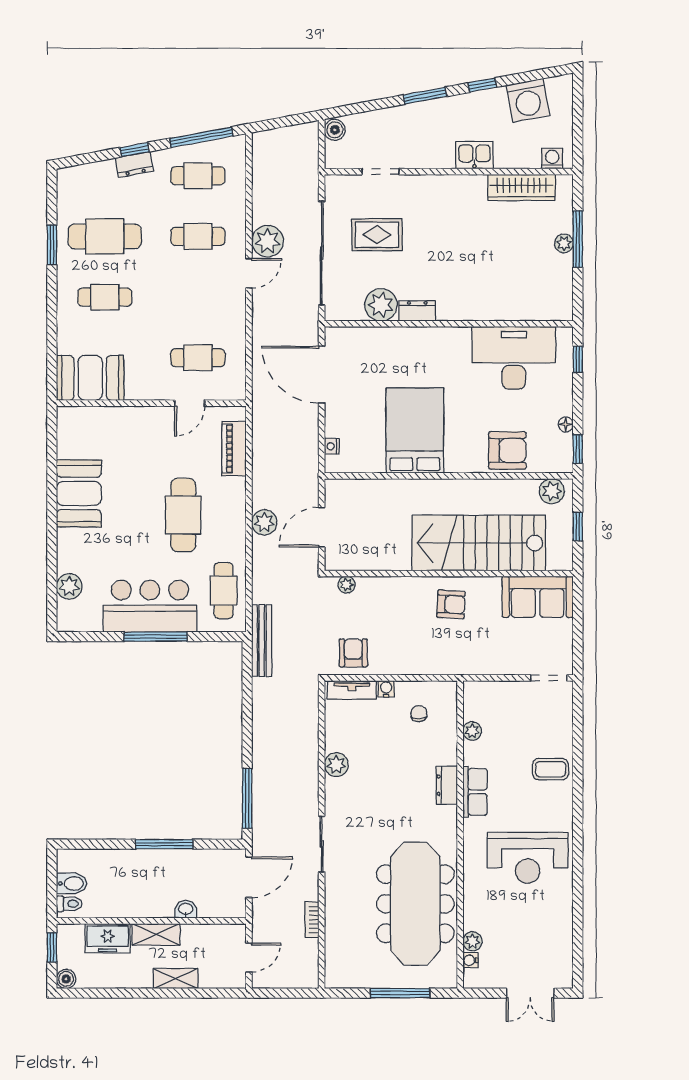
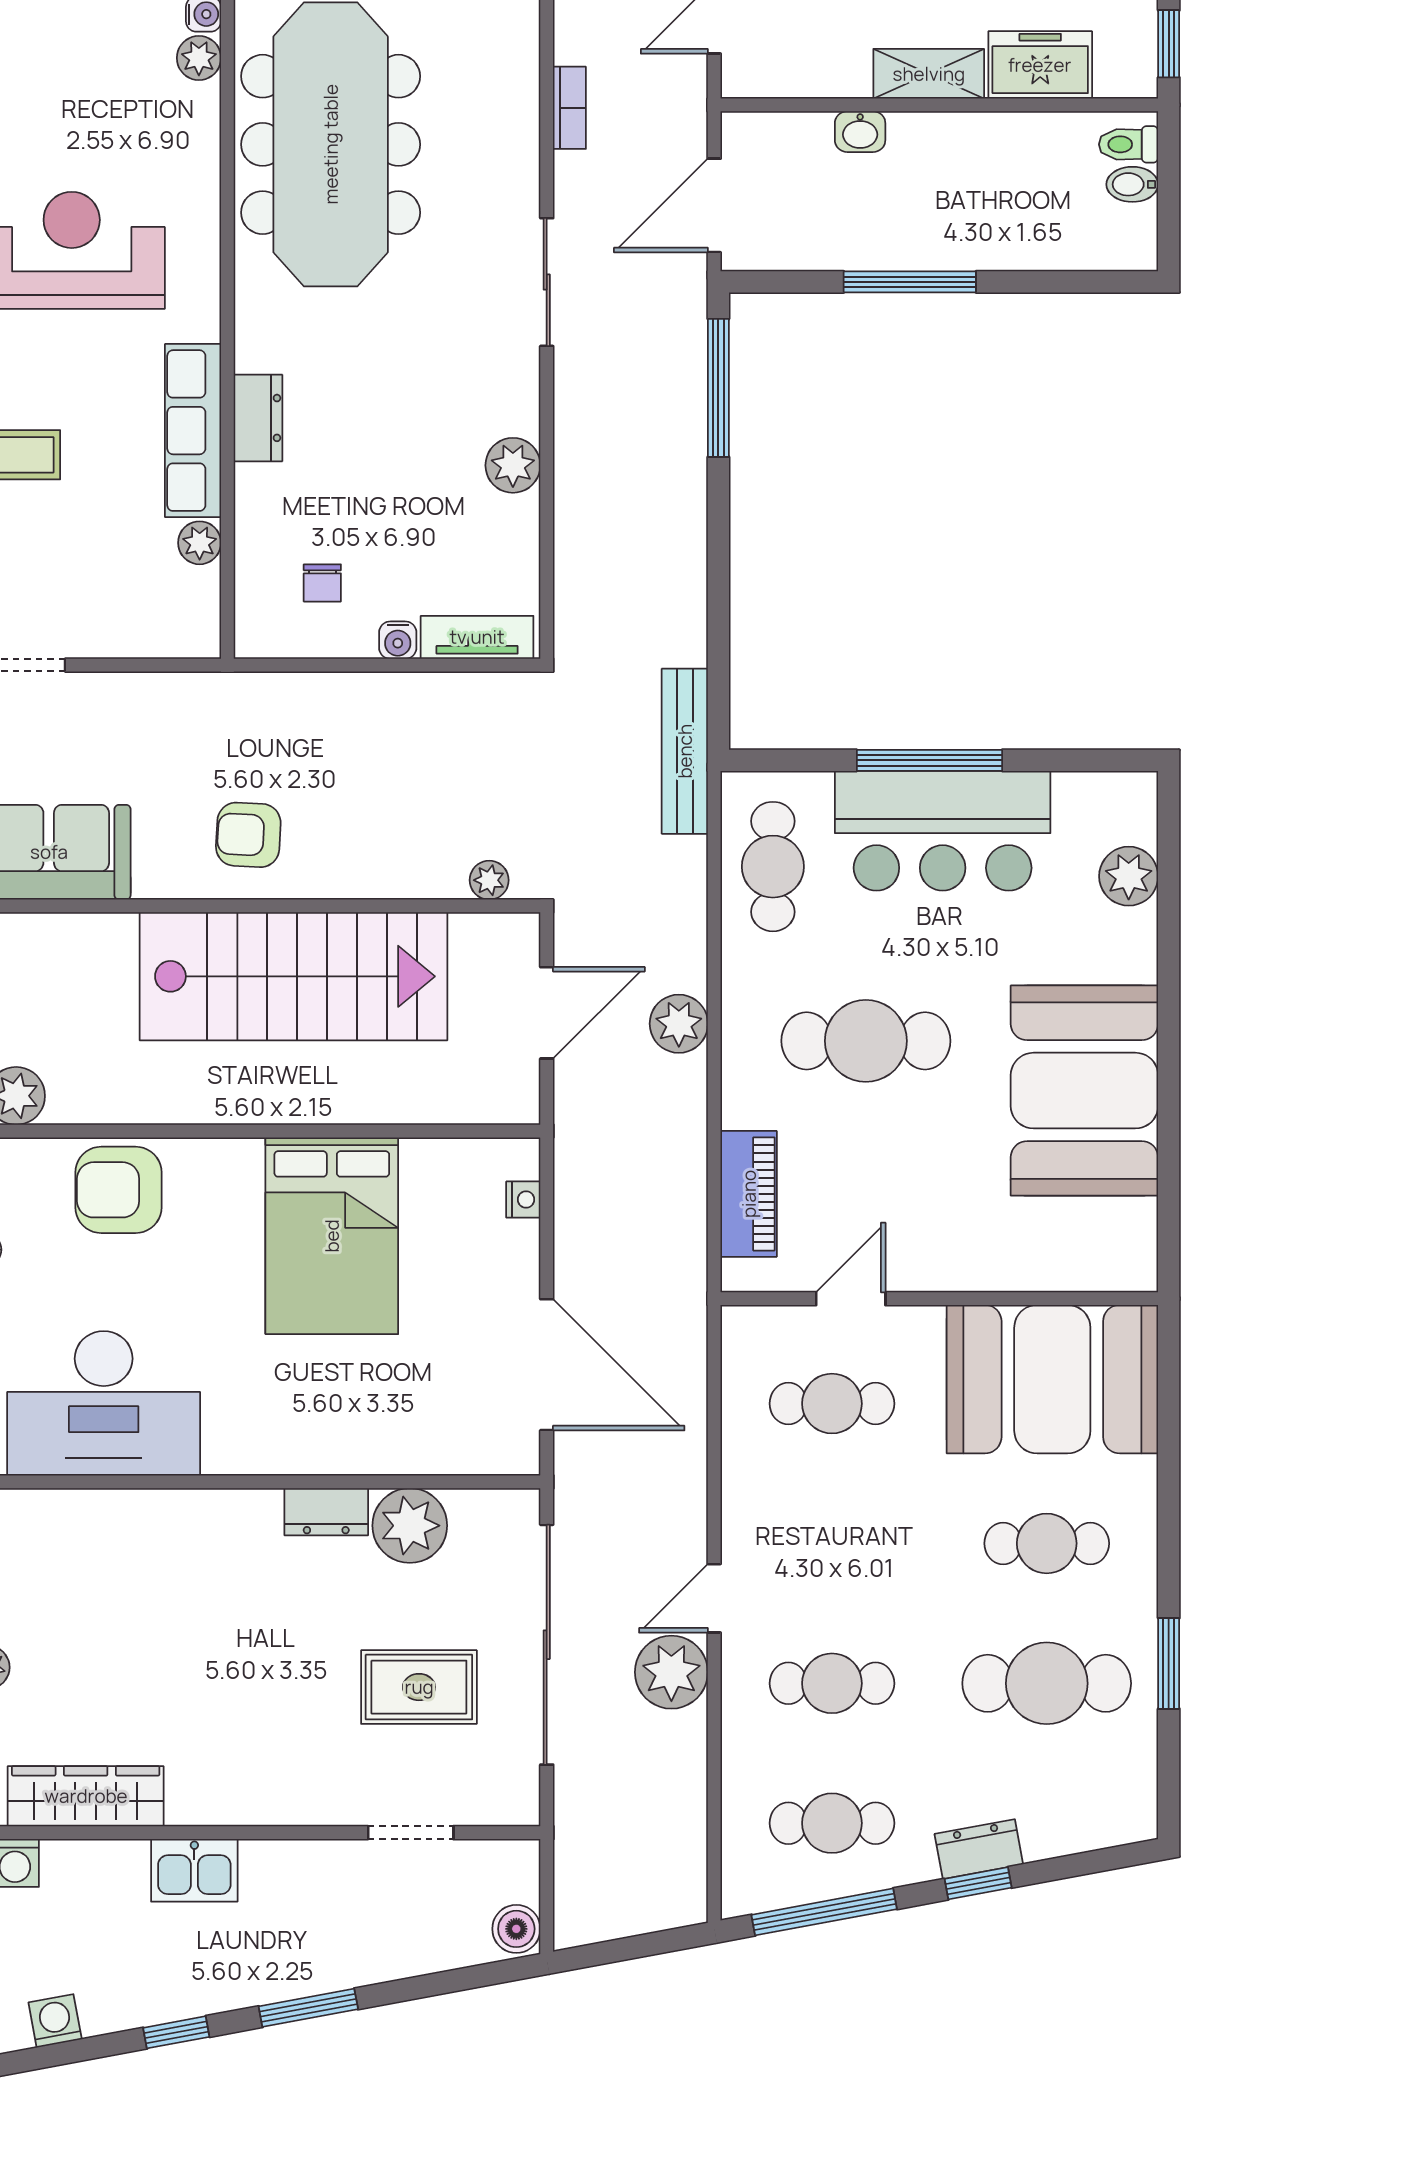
washing machine: (528, 100) -> (55, 2021), width x0.53, depth x0.53
booth: (90, 378) -> (1052, 1379), width x1.36, depth x1.42
booth: (79, 493) -> (1084, 1091), width x1.36, depth x1.42
cafe table: (183, 515) -> (866, 1041), turned 90
stairs: (479, 543) -> (294, 976), moved
armchair: (353, 653) -> (474, 723), removed
row of seats: (475, 792) -> (193, 431), width x1.48
bidet: (72, 884) -> (1132, 184), width x0.72, depth x0.74

